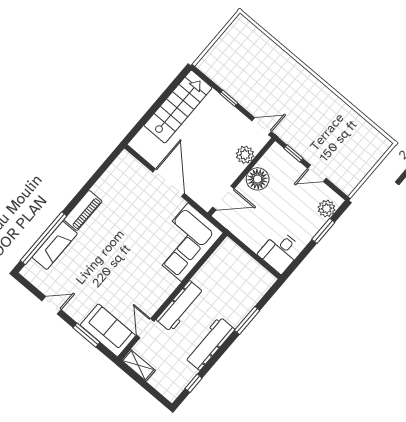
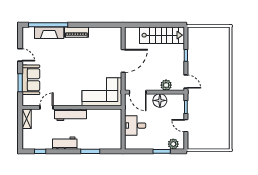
desk: (280, 252) -> (135, 126), moved
sofa: (108, 330) -> (31, 80), moved
workbench: (210, 343) -> (65, 143), width x0.73

